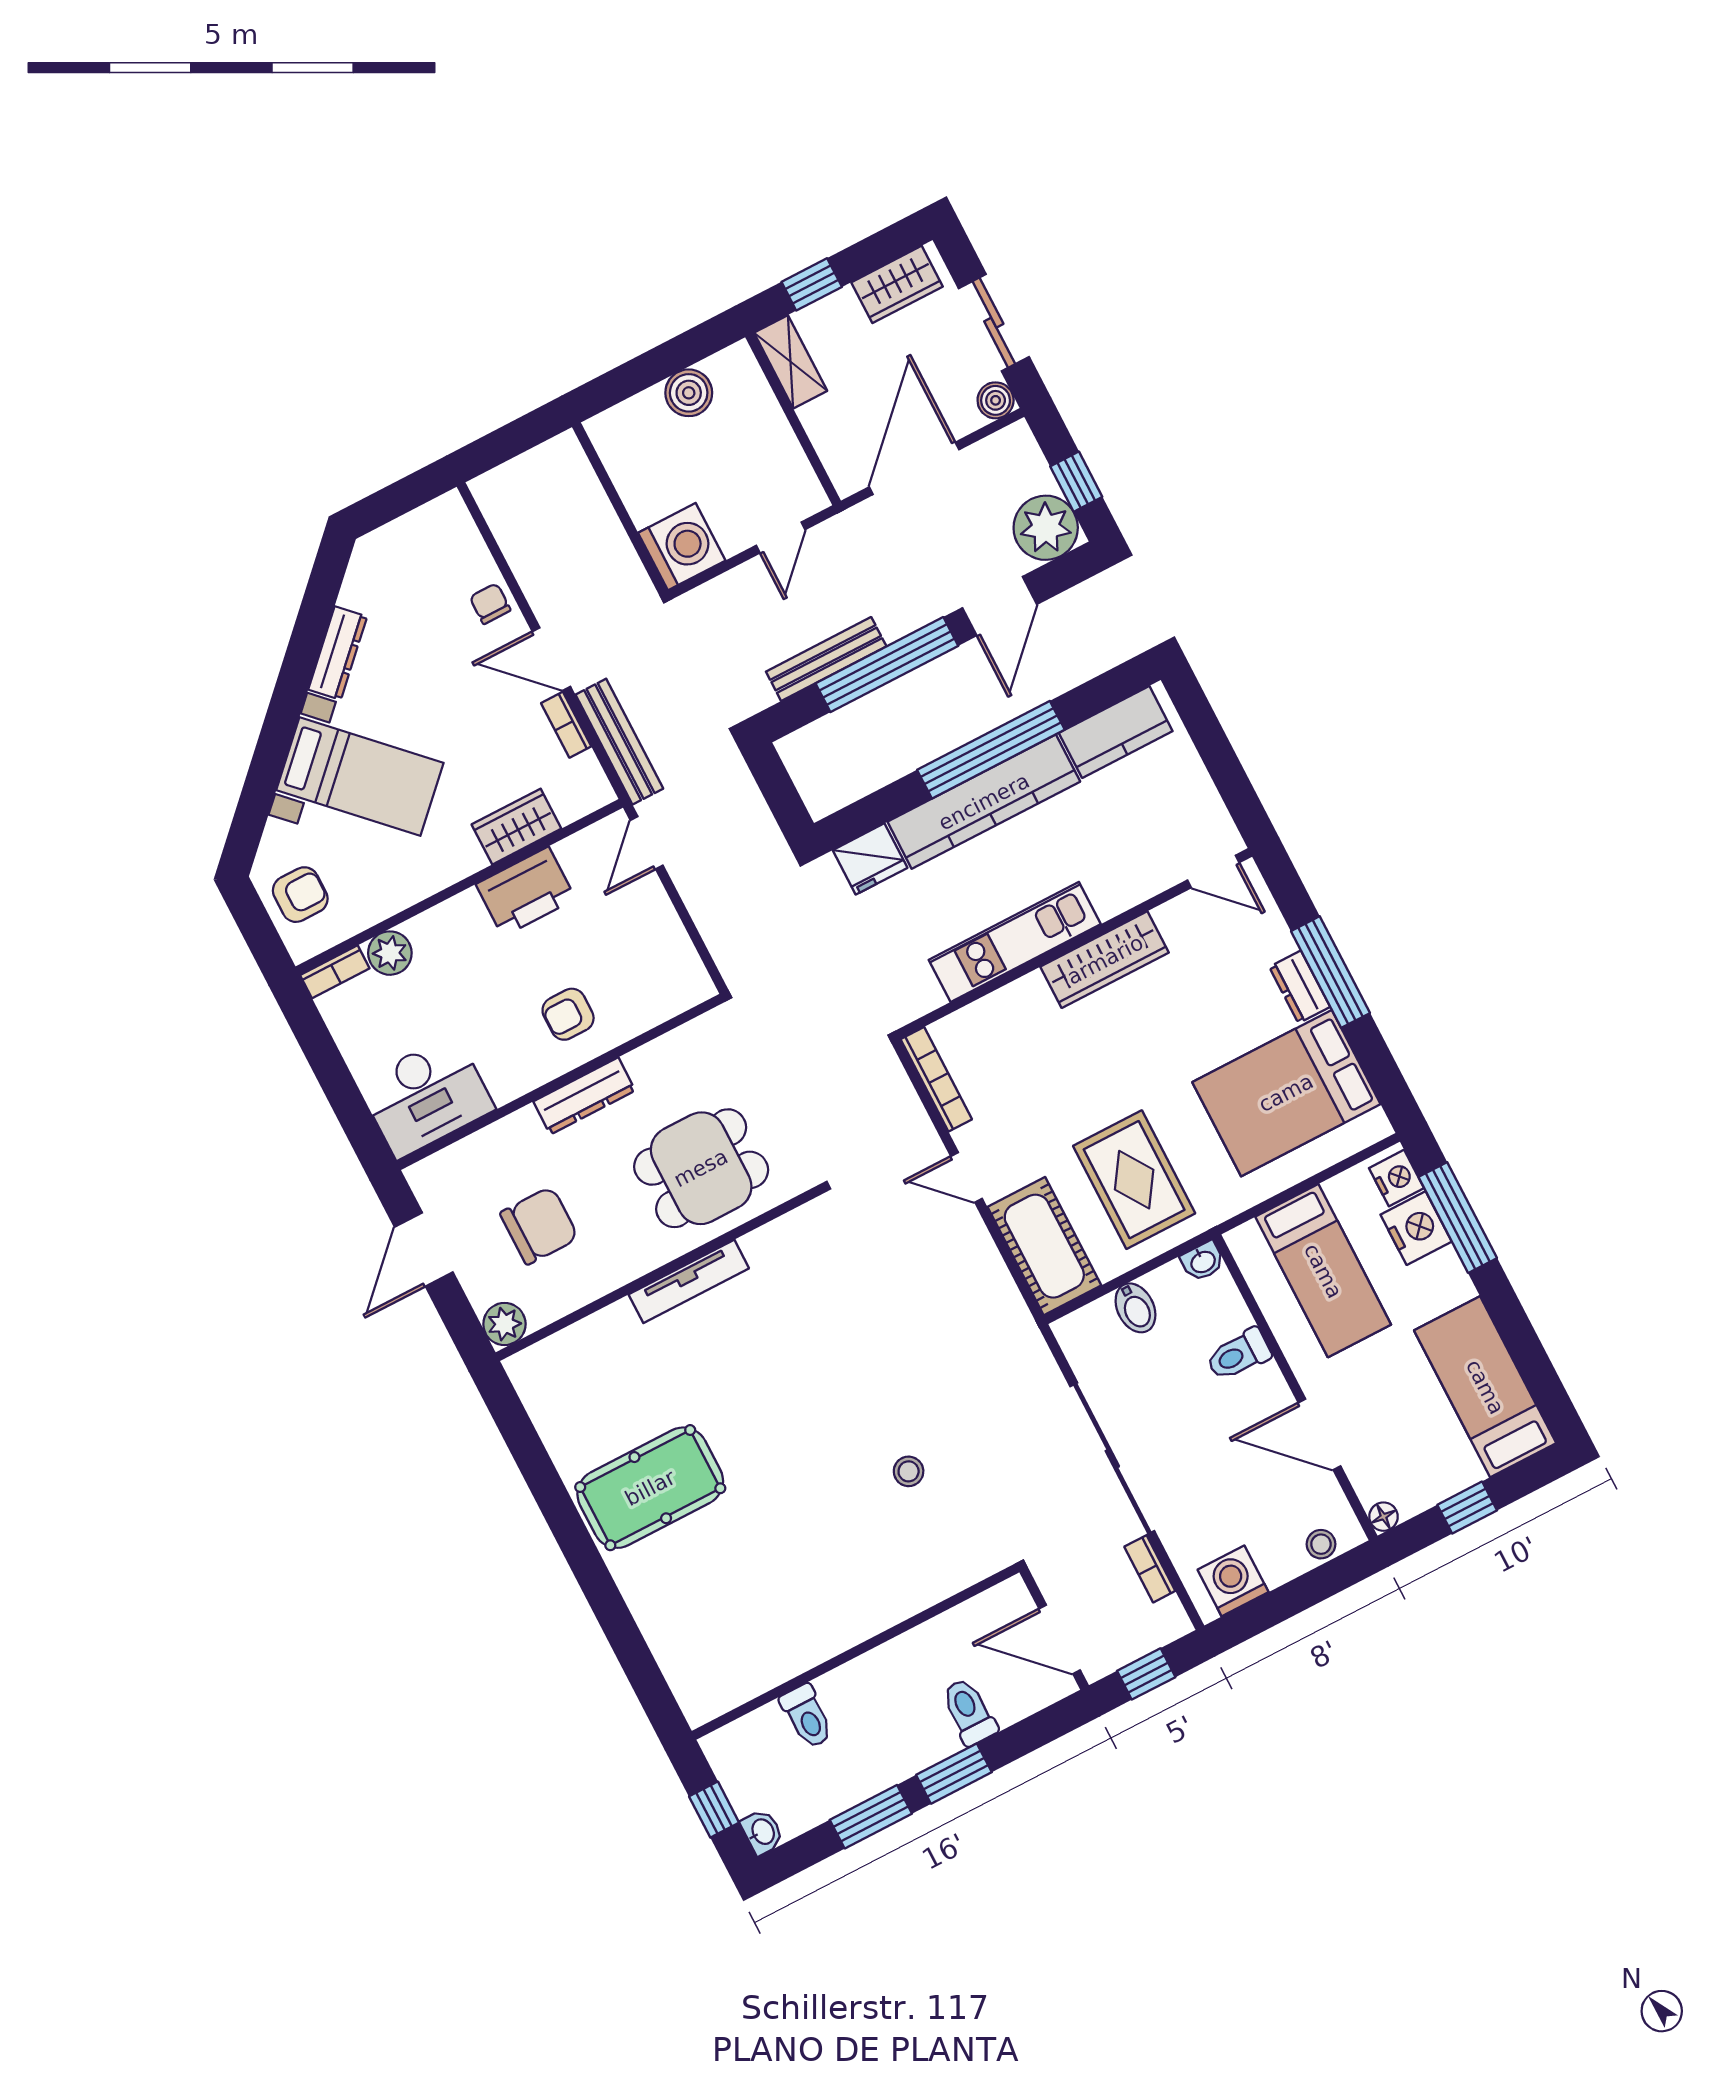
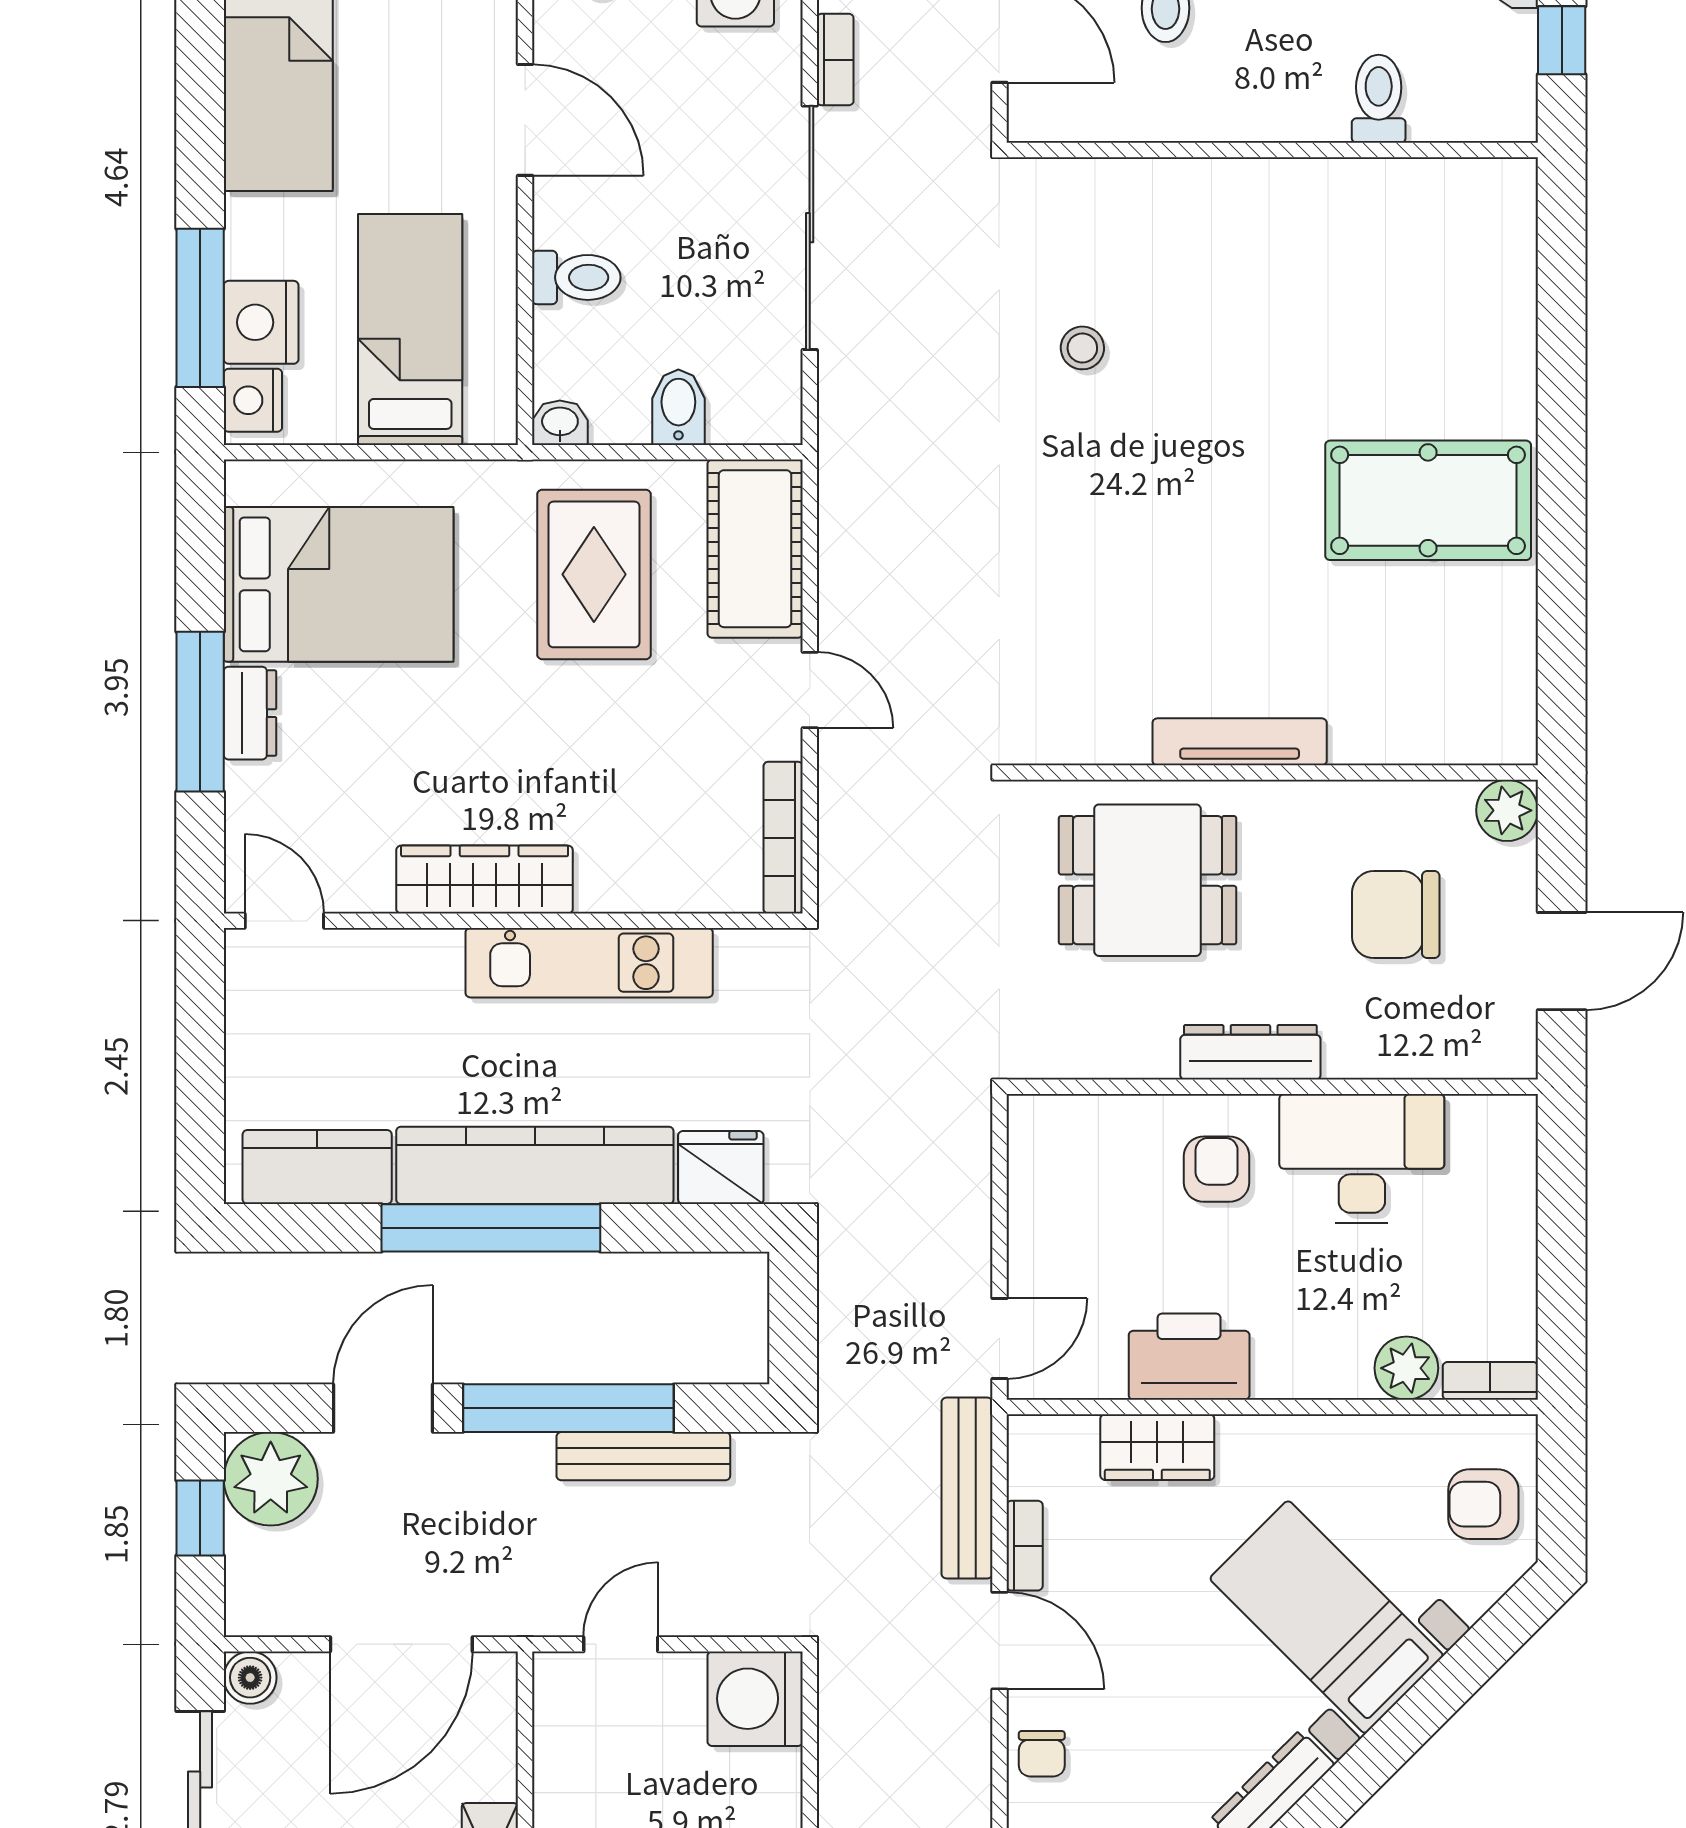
armchair: (568, 1014) -> (1217, 1169), turned -90
desk: (426, 1096) -> (1362, 1159), moved

